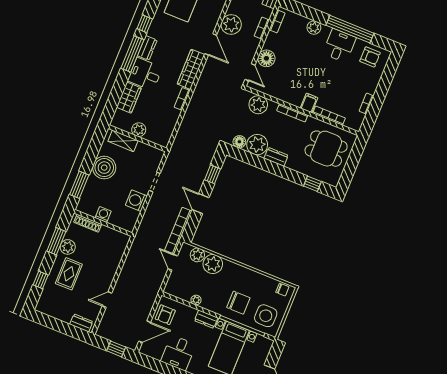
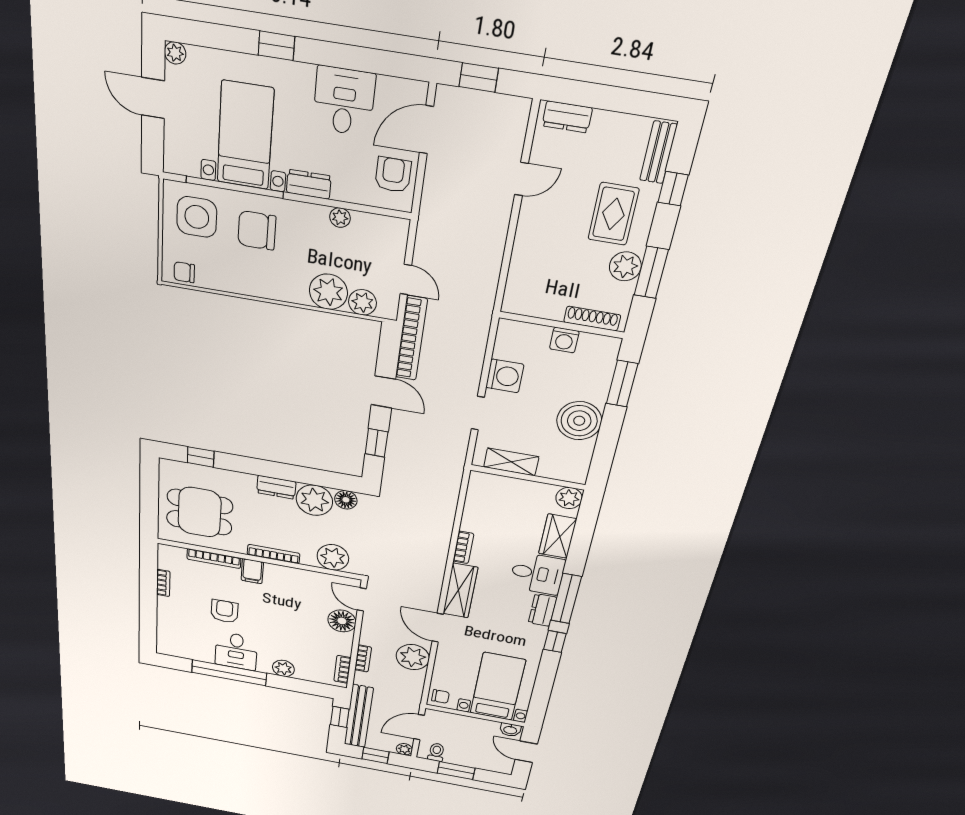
armchair: (370, 57) -> (224, 611), moved, turned 90
plant: (139, 130) -> (569, 498), moved
shelving: (123, 141) -> (511, 462), moved
bench: (45, 298) -> (658, 152), added

